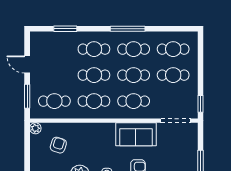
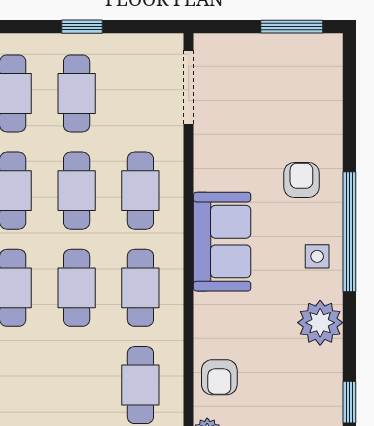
window: (200, 104) -> (82, 27), moved
sofa: (136, 134) -> (222, 242), moved
armchair: (58, 145) -> (219, 377), moved, turned -108

